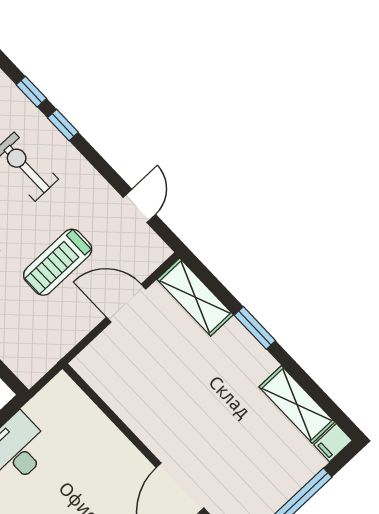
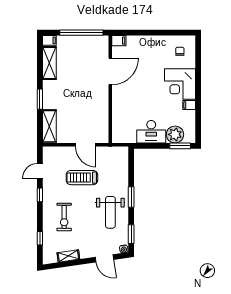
window: (63, 125) -> (40, 195), moved
treadmill: (58, 262) -> (82, 178), turned 180
door: (126, 303) -> (86, 145), moved

